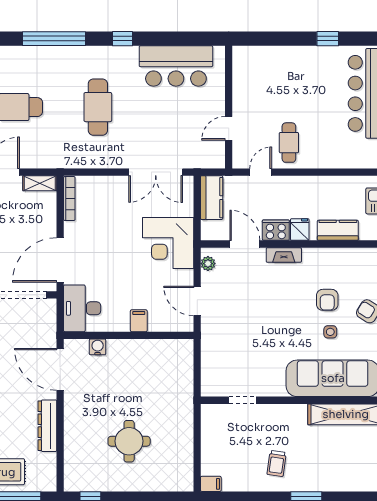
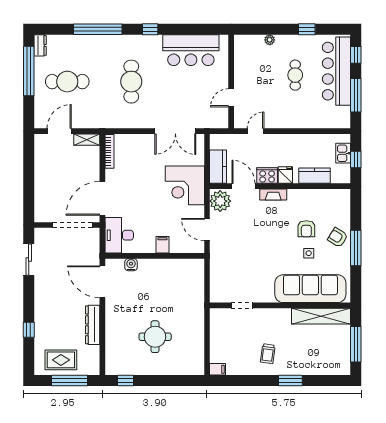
plant: (279, 52) -> (270, 40), added
cafe table: (289, 143) -> (295, 75), moved
kitchen counter: (212, 198) -> (218, 167), moved
plant: (208, 264) -> (220, 201), width x1.88, depth x1.88

